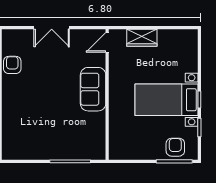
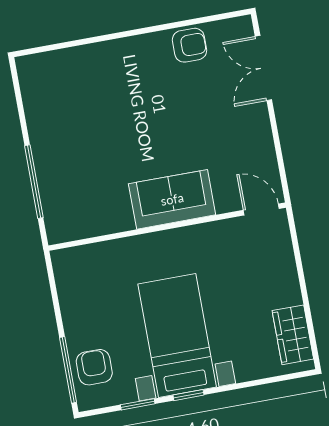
double door: (52, 28) -> (263, 68), moved
wardrobe: (142, 38) -> (293, 335), moved
armchair: (175, 147) -> (94, 367), turned -90

